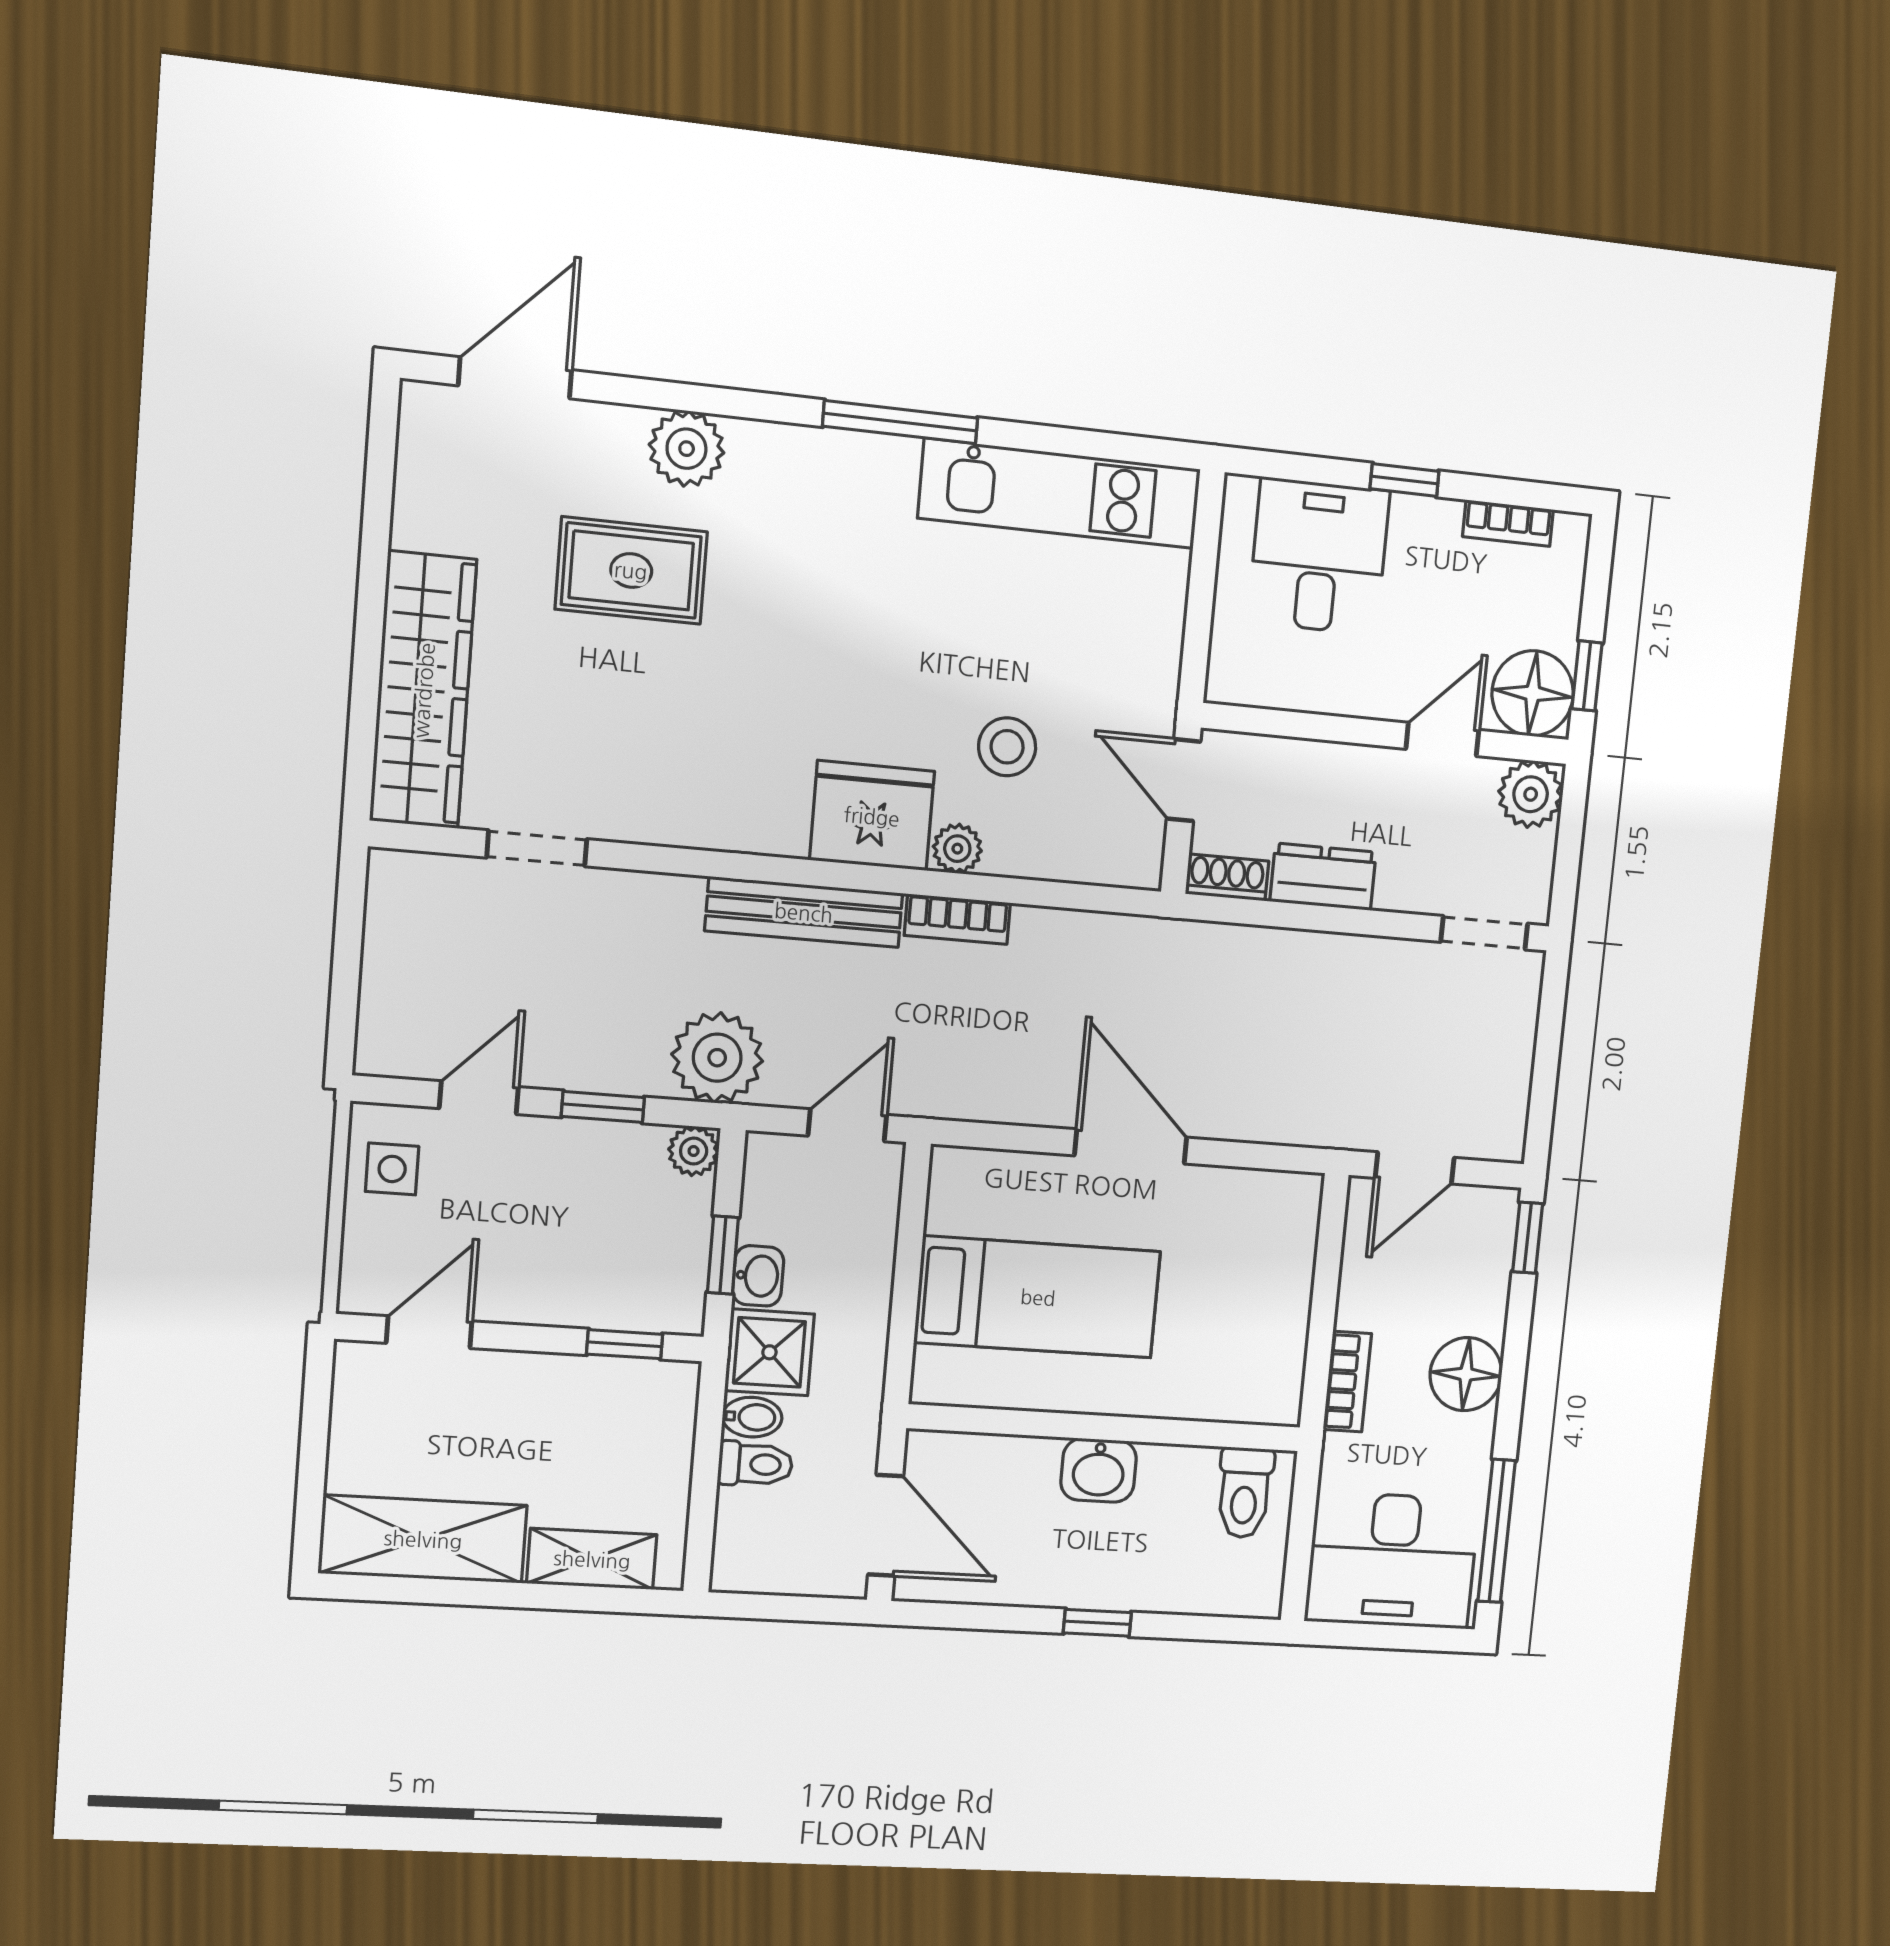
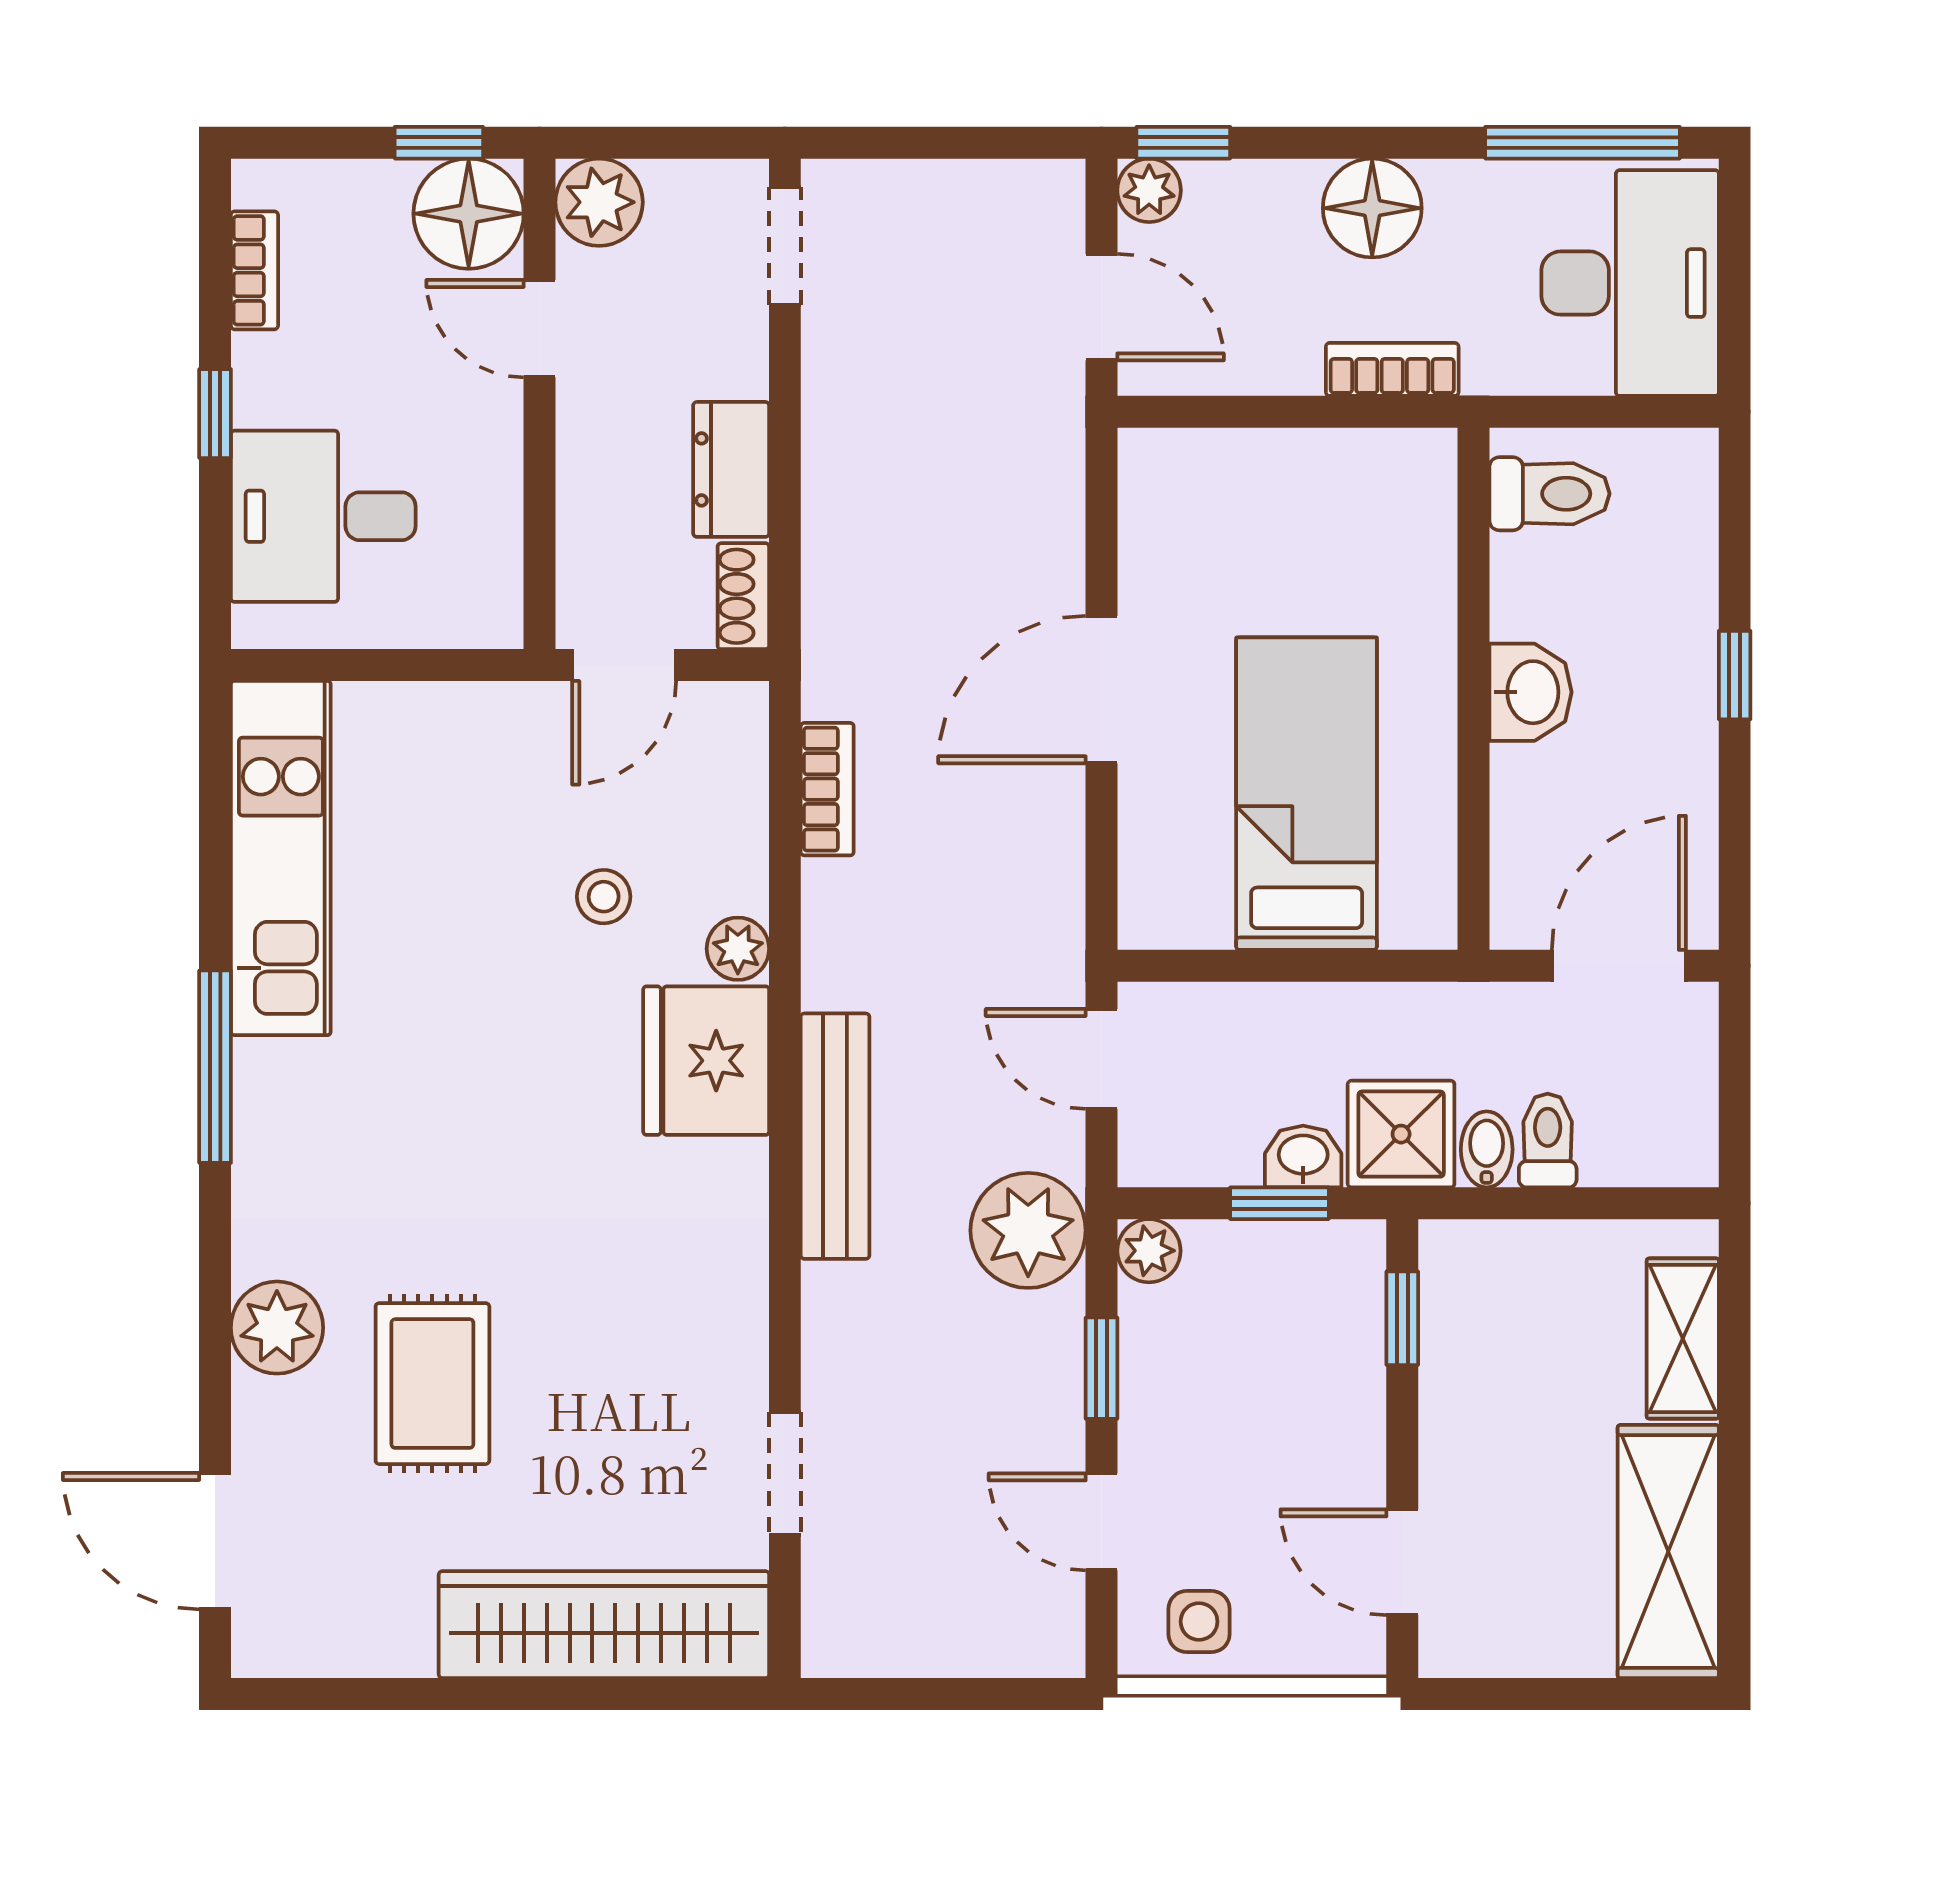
stool: (1007, 747) -> (604, 897), width x0.73, depth x0.73
bookcase: (957, 919) -> (827, 789), moved
plant: (1496, 1210) -> (1149, 190), added

